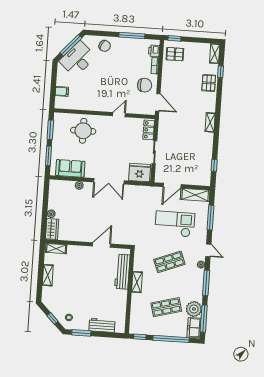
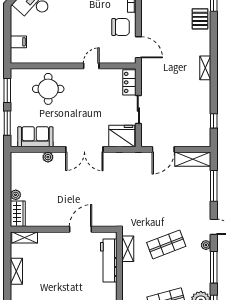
checkout: (175, 224) -> (170, 197), removed
shelving: (137, 282) -> (128, 249), moved

